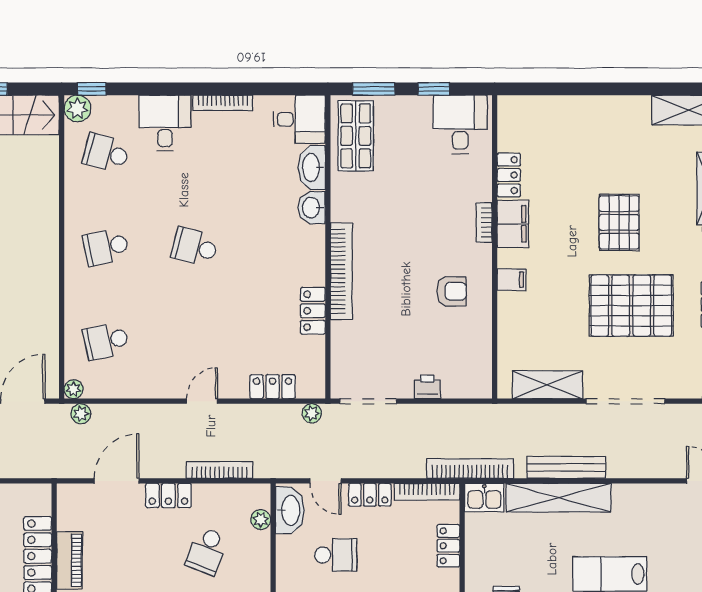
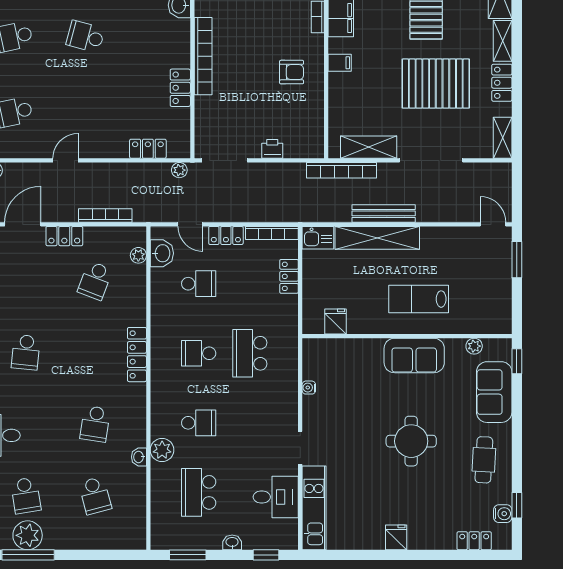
door: (202, 401) -> (66, 160), moved
bookcase: (470, 469) -> (341, 170), moved, turned 180
washbasin: (290, 510) -> (162, 253), width x0.72

